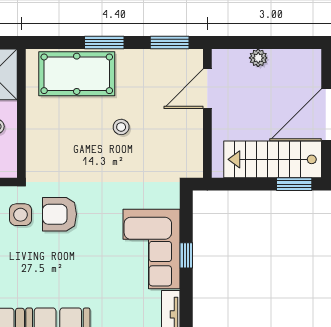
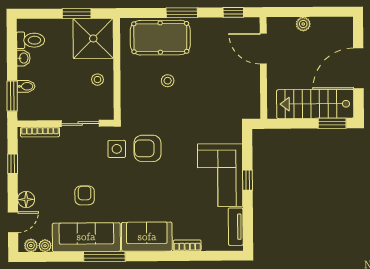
window: (170, 43) -> (233, 12), width x0.67
door: (207, 89) -> (263, 49), hinge flipped
stool: (121, 127) -> (168, 81), moved

